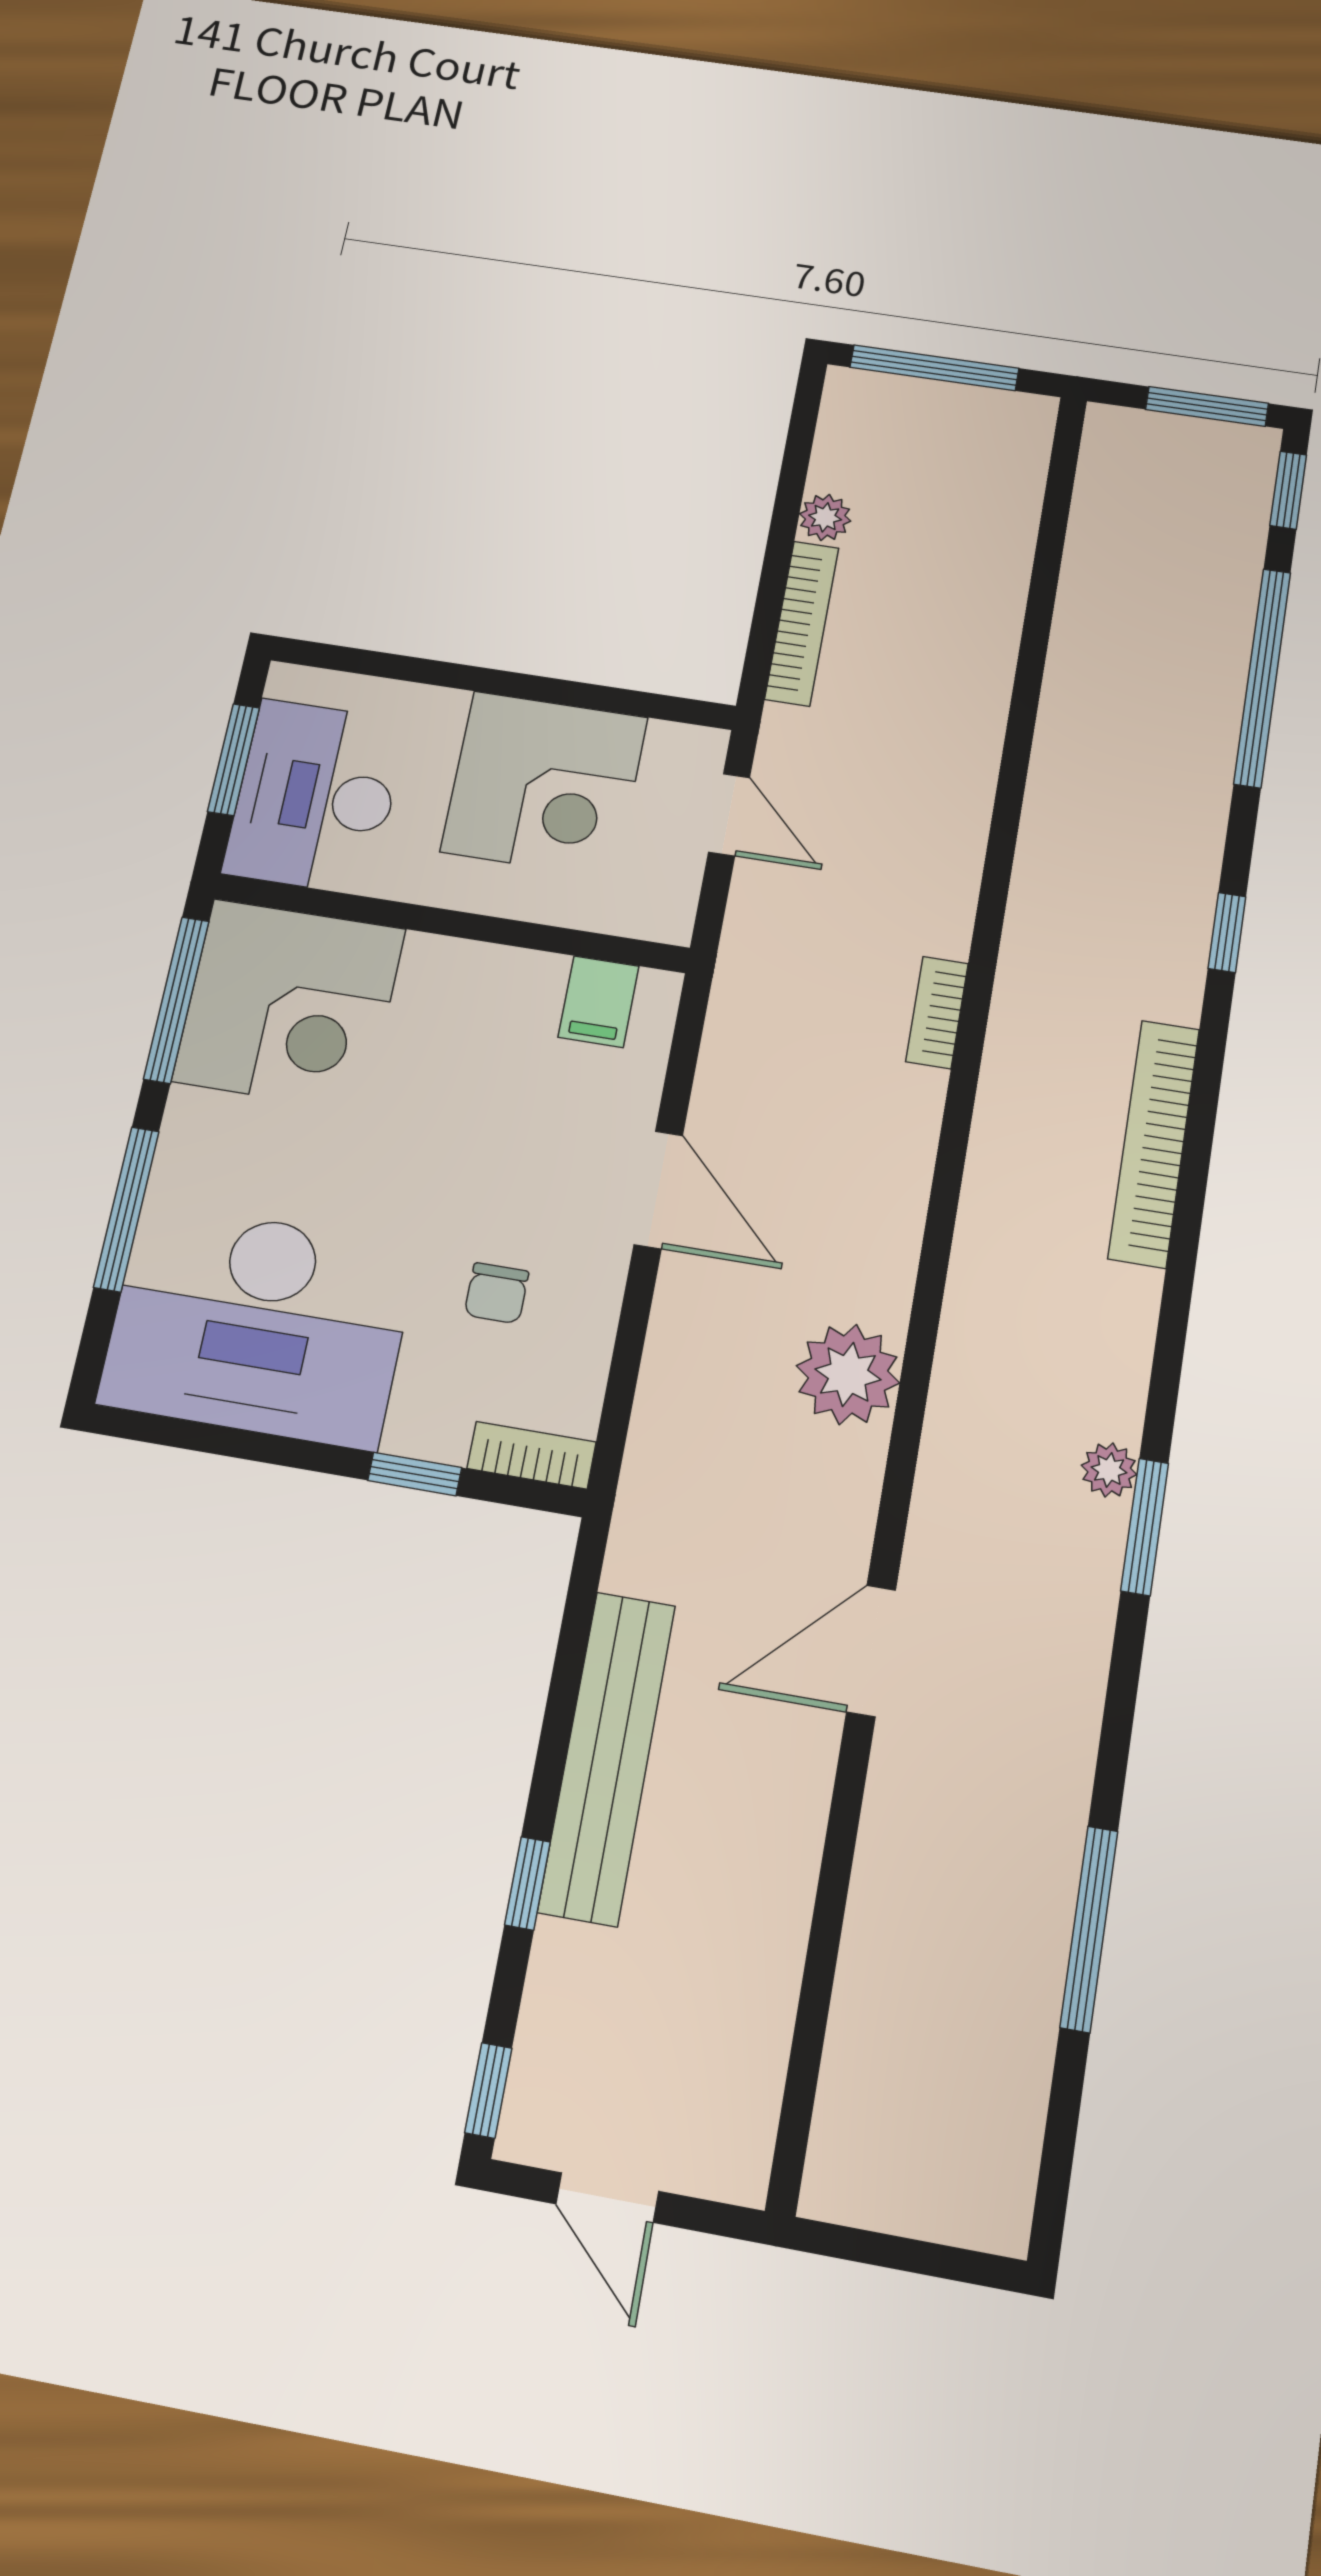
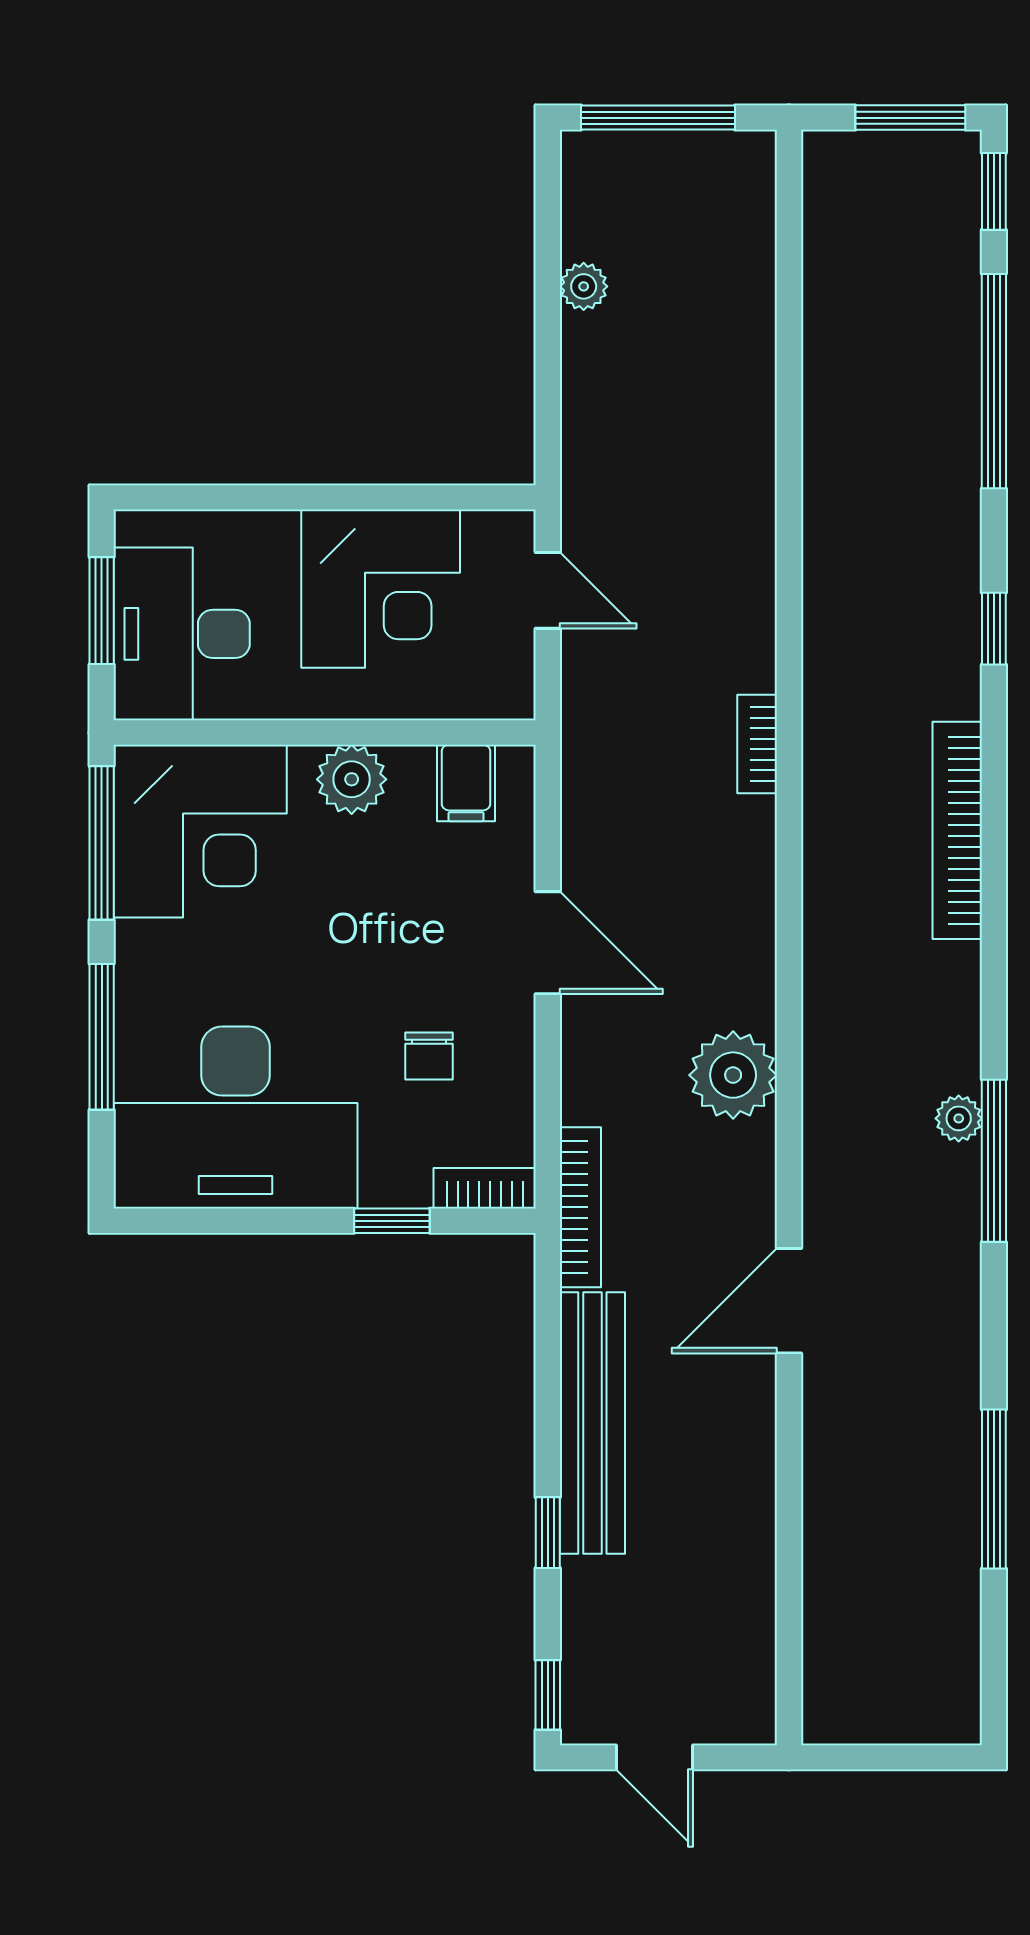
bookcase: (802, 623) -> (580, 1207), moved
plant: (470, 977) -> (352, 779), added
window: (1145, 1527) -> (994, 1161), width x1.44

